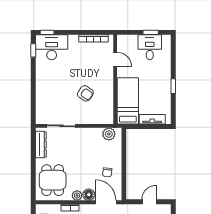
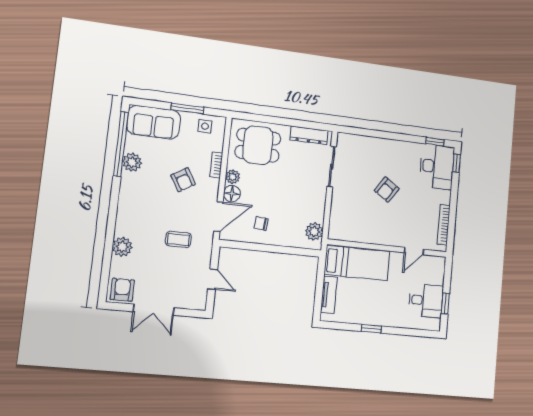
armchair: (85, 93) -> (387, 190), moved

